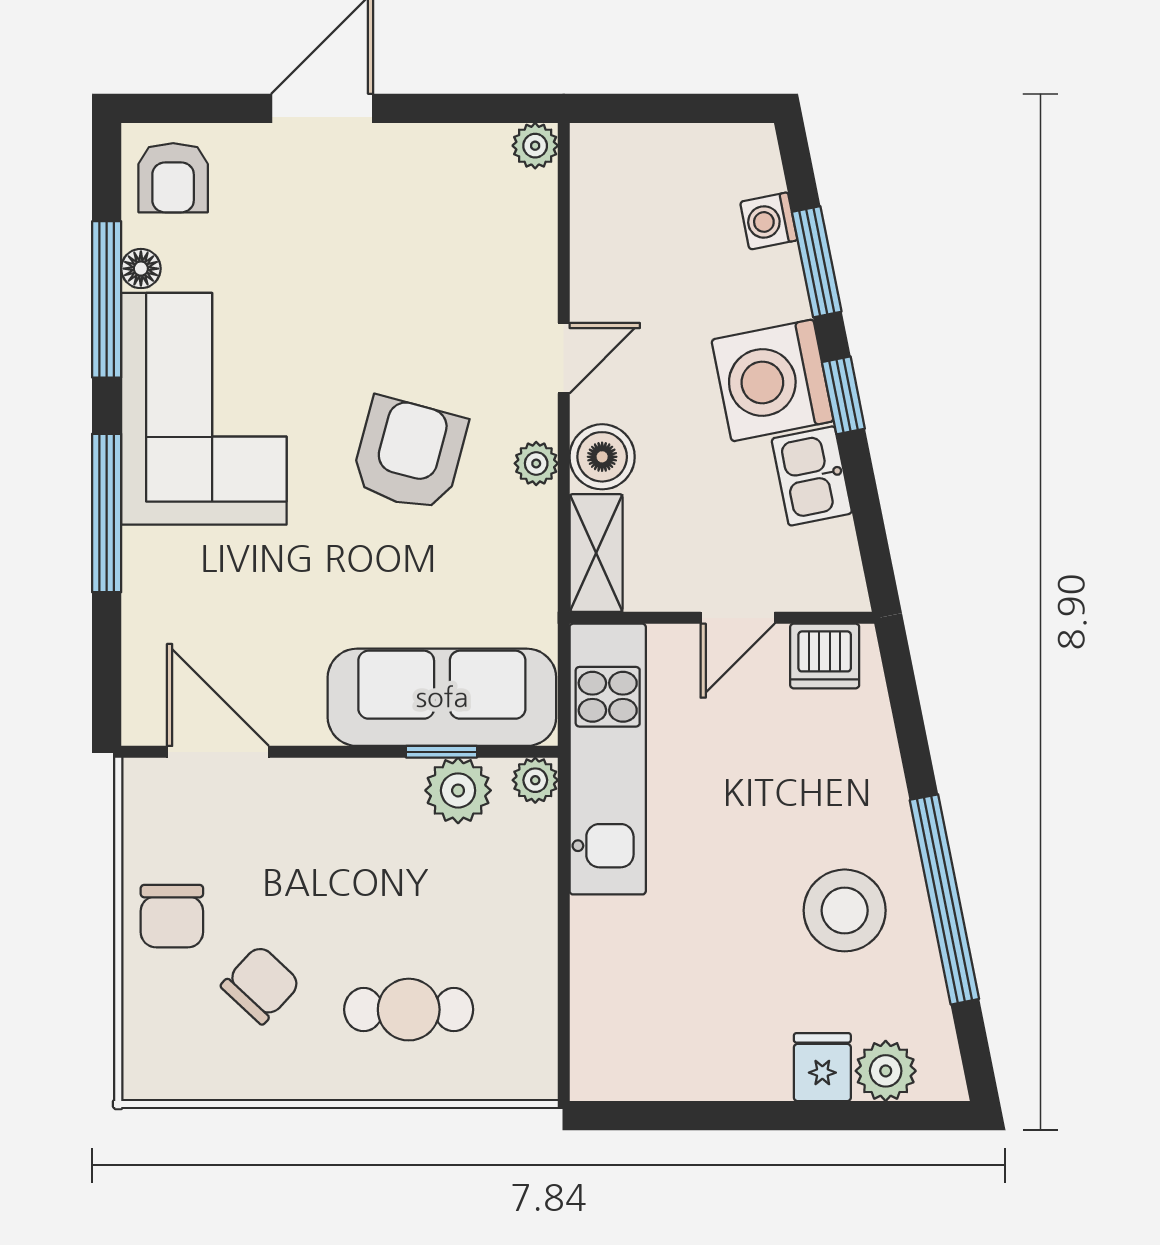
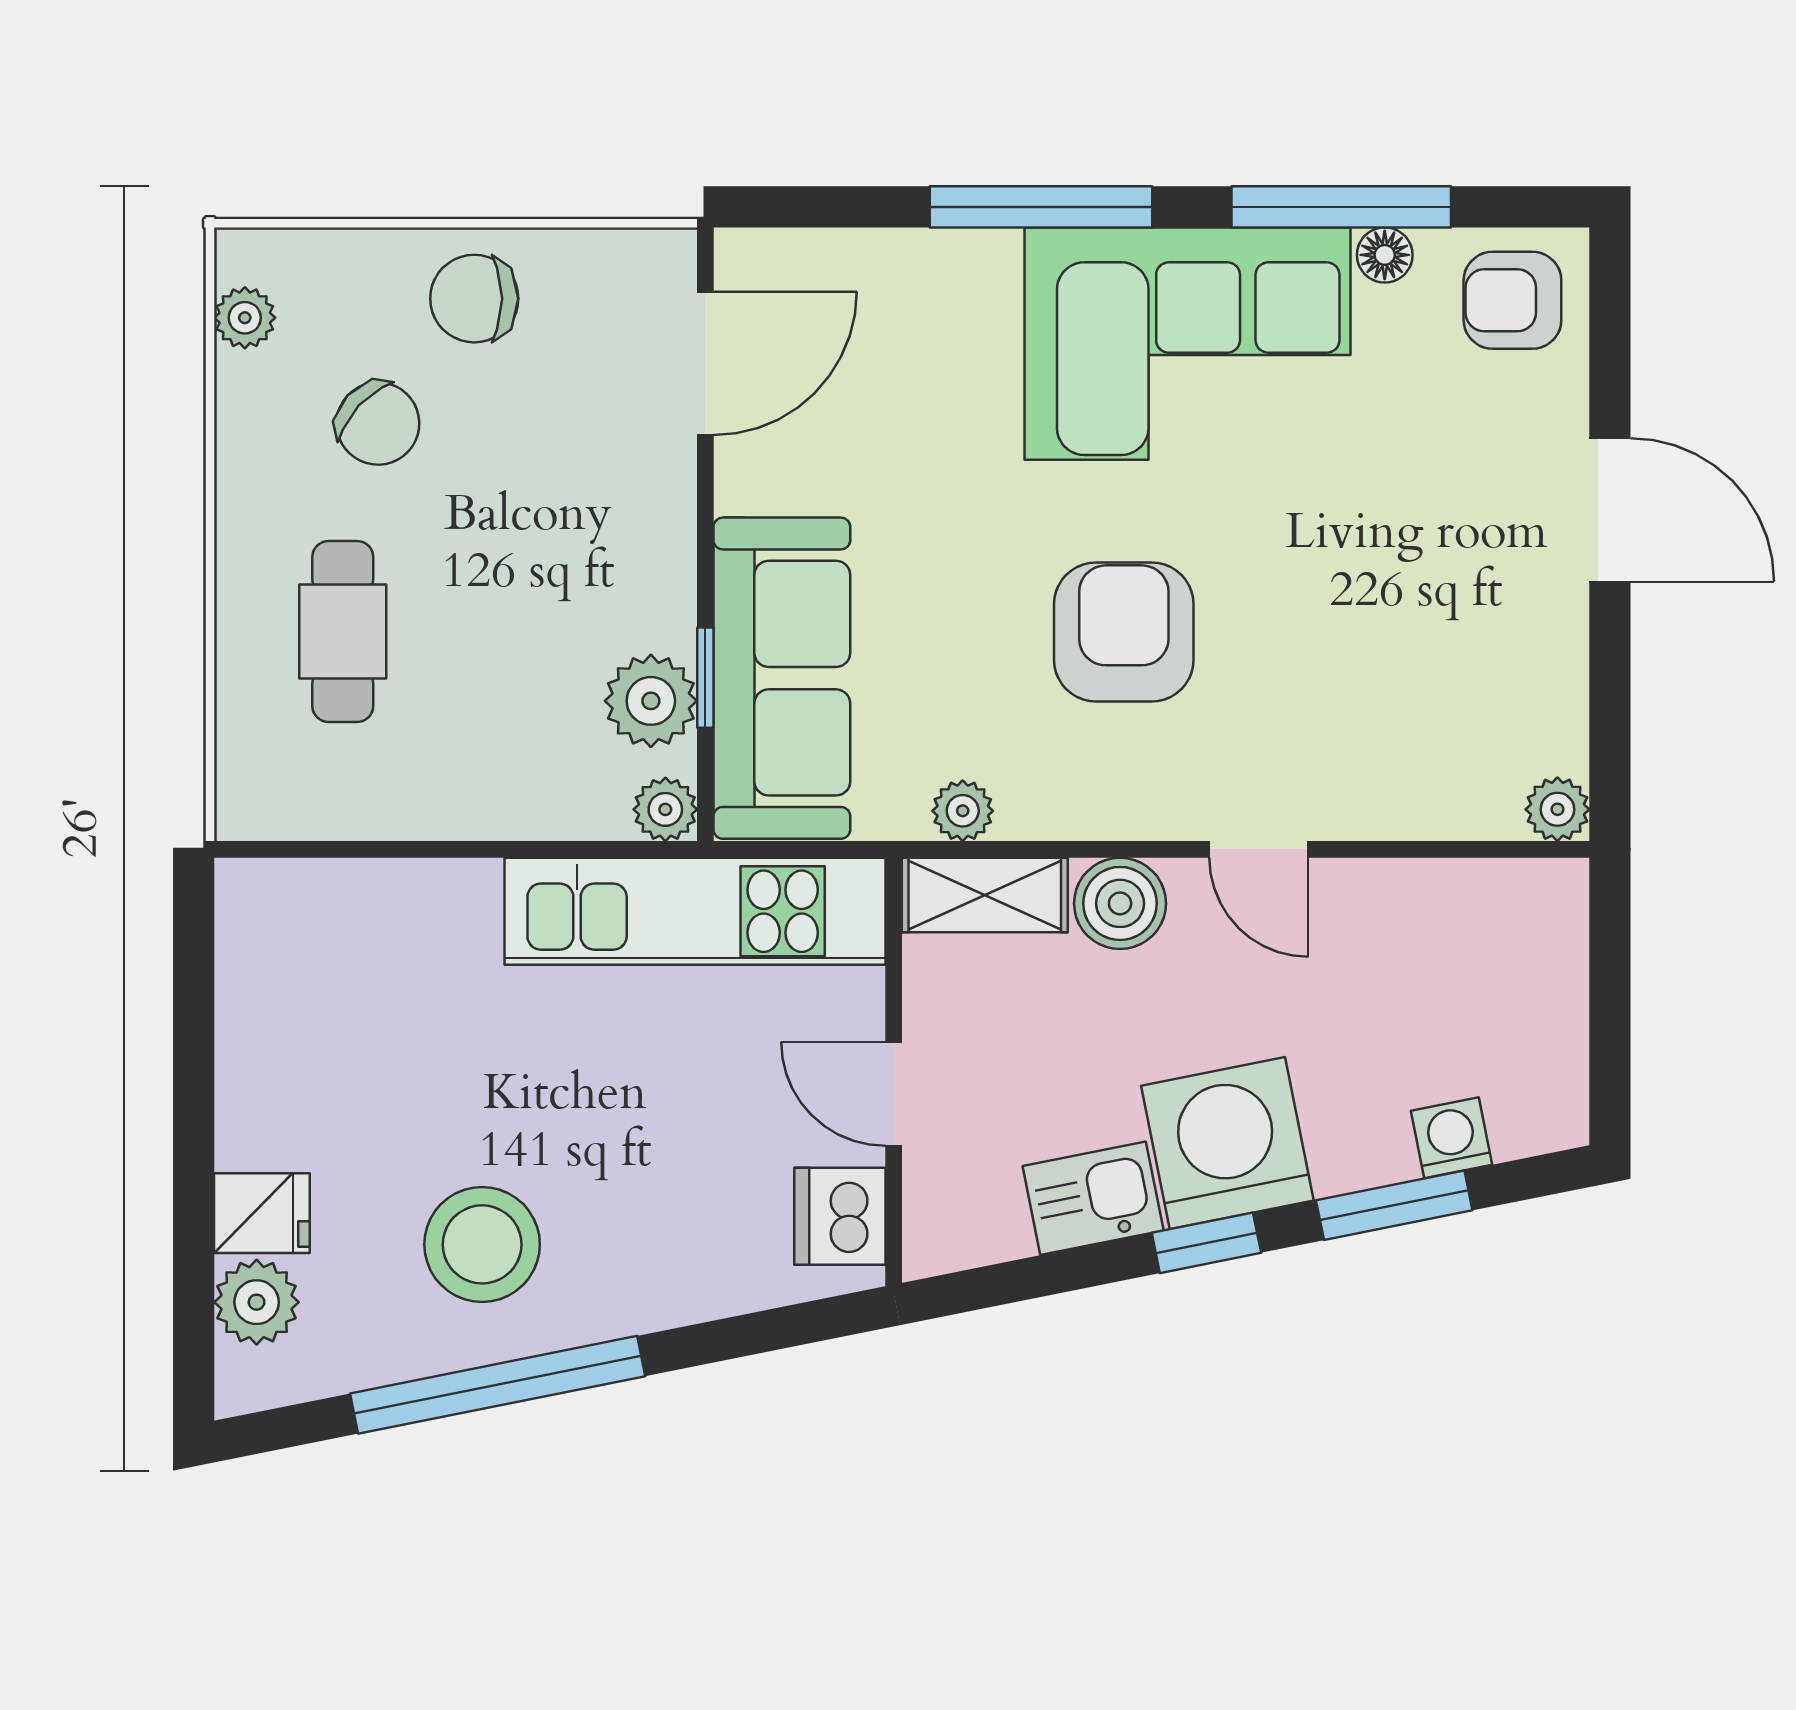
armchair: (409, 454) -> (1124, 632), turned -105
plant: (536, 463) -> (963, 811), moved
plant: (186, 1079) -> (245, 318), added

